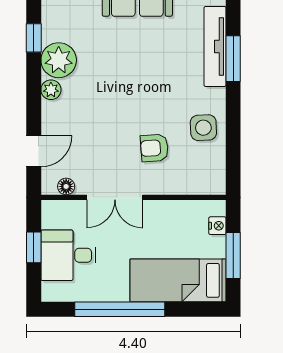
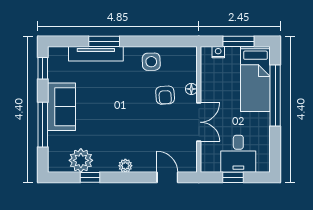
plant: (59, 60) -> (81, 160), moved
floor lamp: (66, 186) -> (191, 89), moved
window: (120, 309) -> (275, 95), moved

